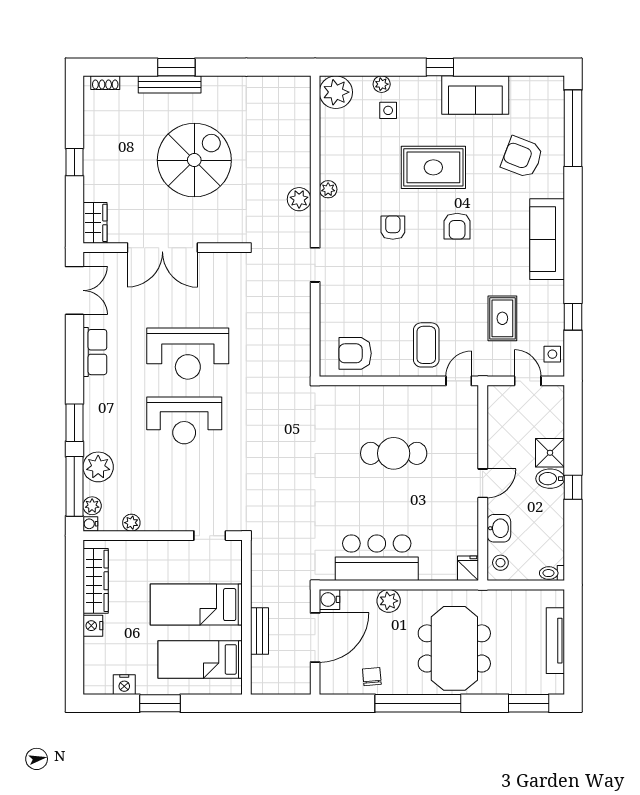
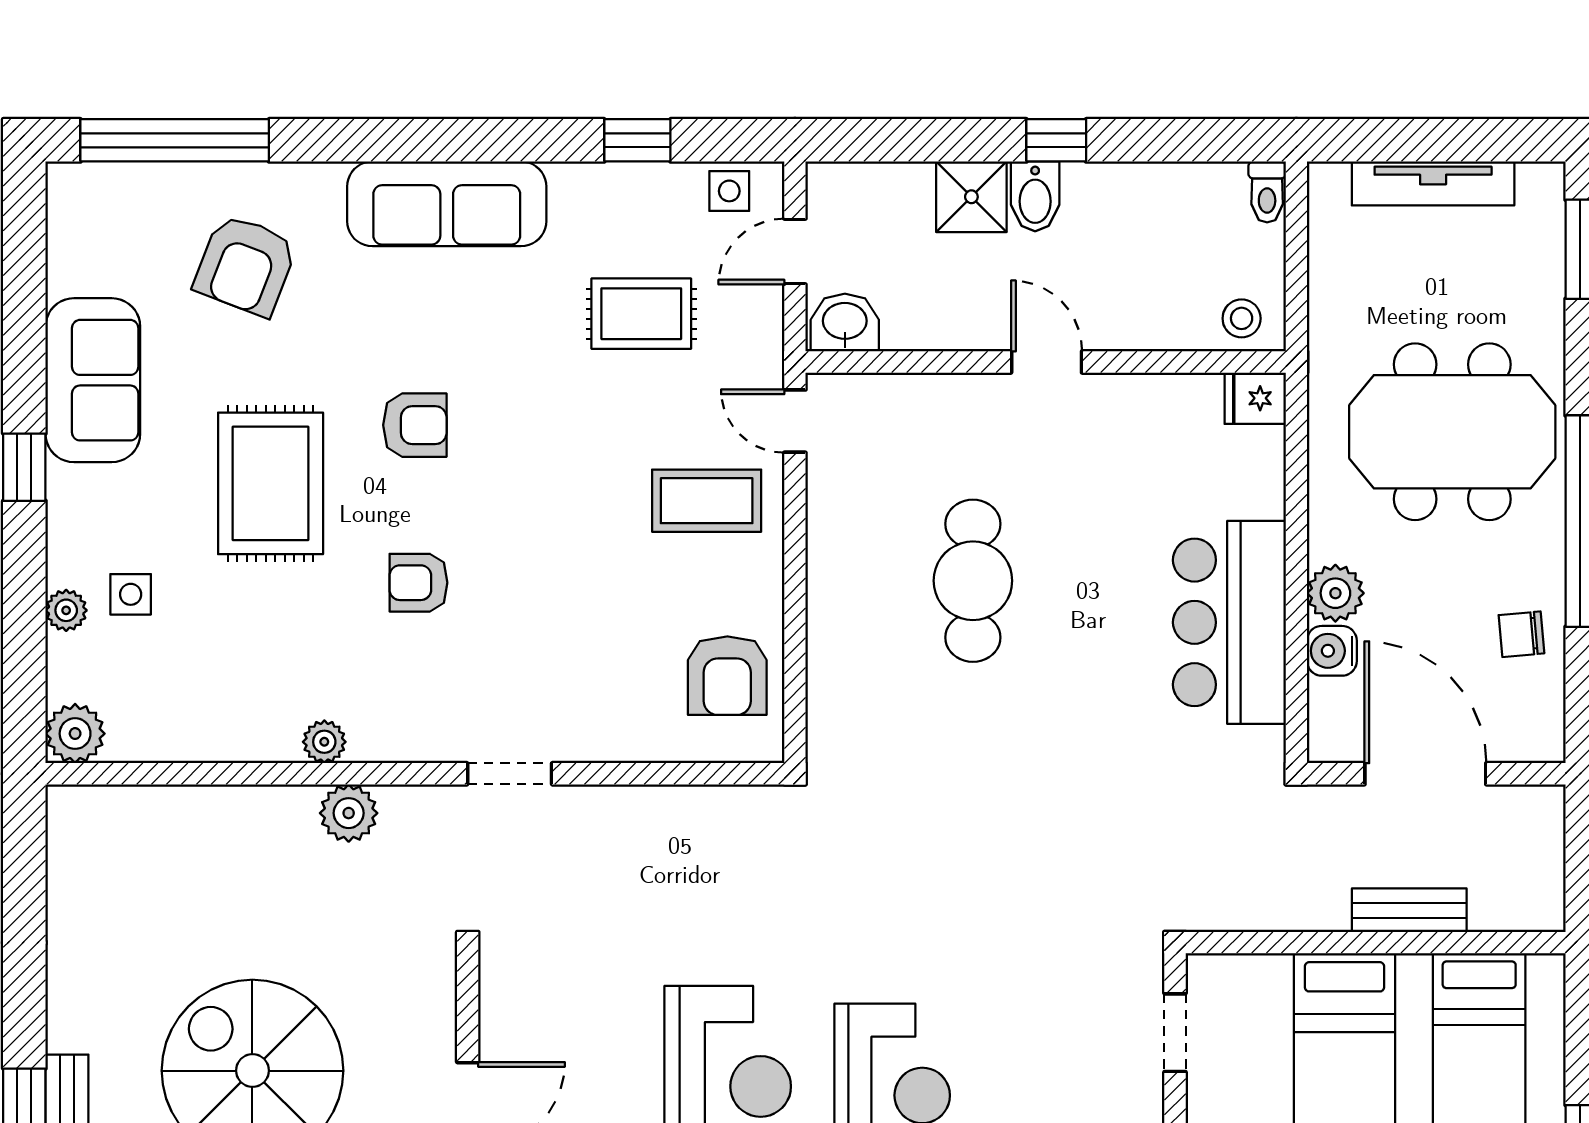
plant: (336, 92) -> (75, 734), width x0.73, depth x0.73
washbasin: (499, 528) -> (845, 323), moved
water cooler: (330, 599) -> (1332, 651), moved, turned 90

